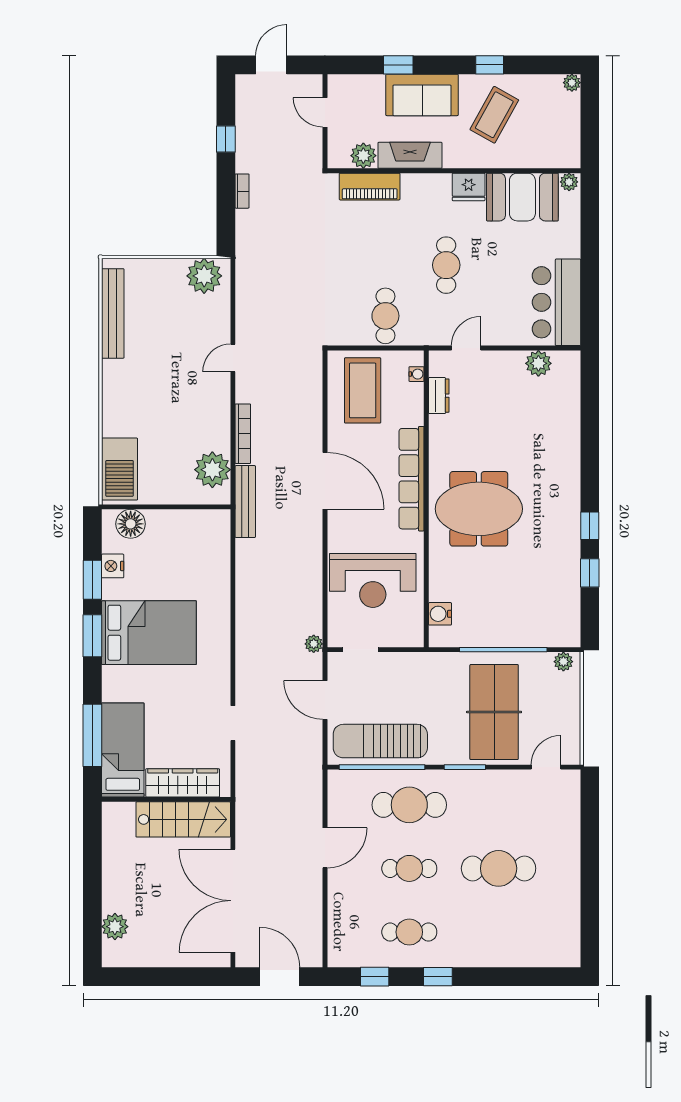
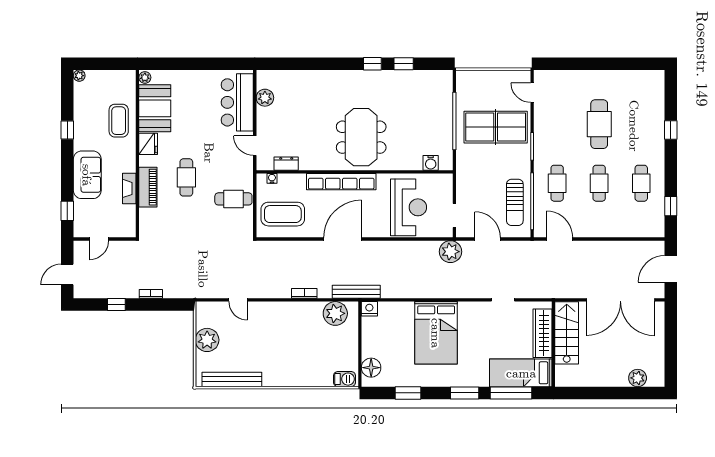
door: (271, 65) -> (67, 274), hinge flipped
window: (398, 65) -> (67, 211), moved
coffee table: (494, 115) -> (119, 121), moved, turned 61
fireplace: (410, 155) -> (129, 188), width x0.73, depth x0.76
plant: (363, 156) -> (127, 214), removed
piano: (370, 187) -> (148, 187), moved
cafe table: (446, 265) -> (186, 177), moved, turned 90
plant: (204, 276) -> (207, 340), moved
bar counter: (556, 302) -> (237, 102), moved, turned 90
door: (233, 358) -> (238, 300), moved
bookcase: (243, 434) -> (304, 293), width x0.64
barbecue: (120, 469) -> (345, 379), width x0.53, depth x0.65
nightstand: (113, 566) -> (369, 309), moved, turned 180
bed: (149, 633) -> (436, 333), moved, turned 180
window: (92, 636) -> (465, 393), moved
plant: (314, 644) -> (450, 252), width x1.88, depth x1.88
plant: (563, 662) -> (462, 81), removed
door: (325, 700) -> (488, 239), swing flipped
sun lounger: (380, 741) -> (515, 202), width x0.73, depth x0.75
cafe table: (409, 805) -> (557, 183), width x0.73, depth x0.74
door: (325, 848) -> (560, 239), moved
window: (438, 977) -> (671, 130), moved

